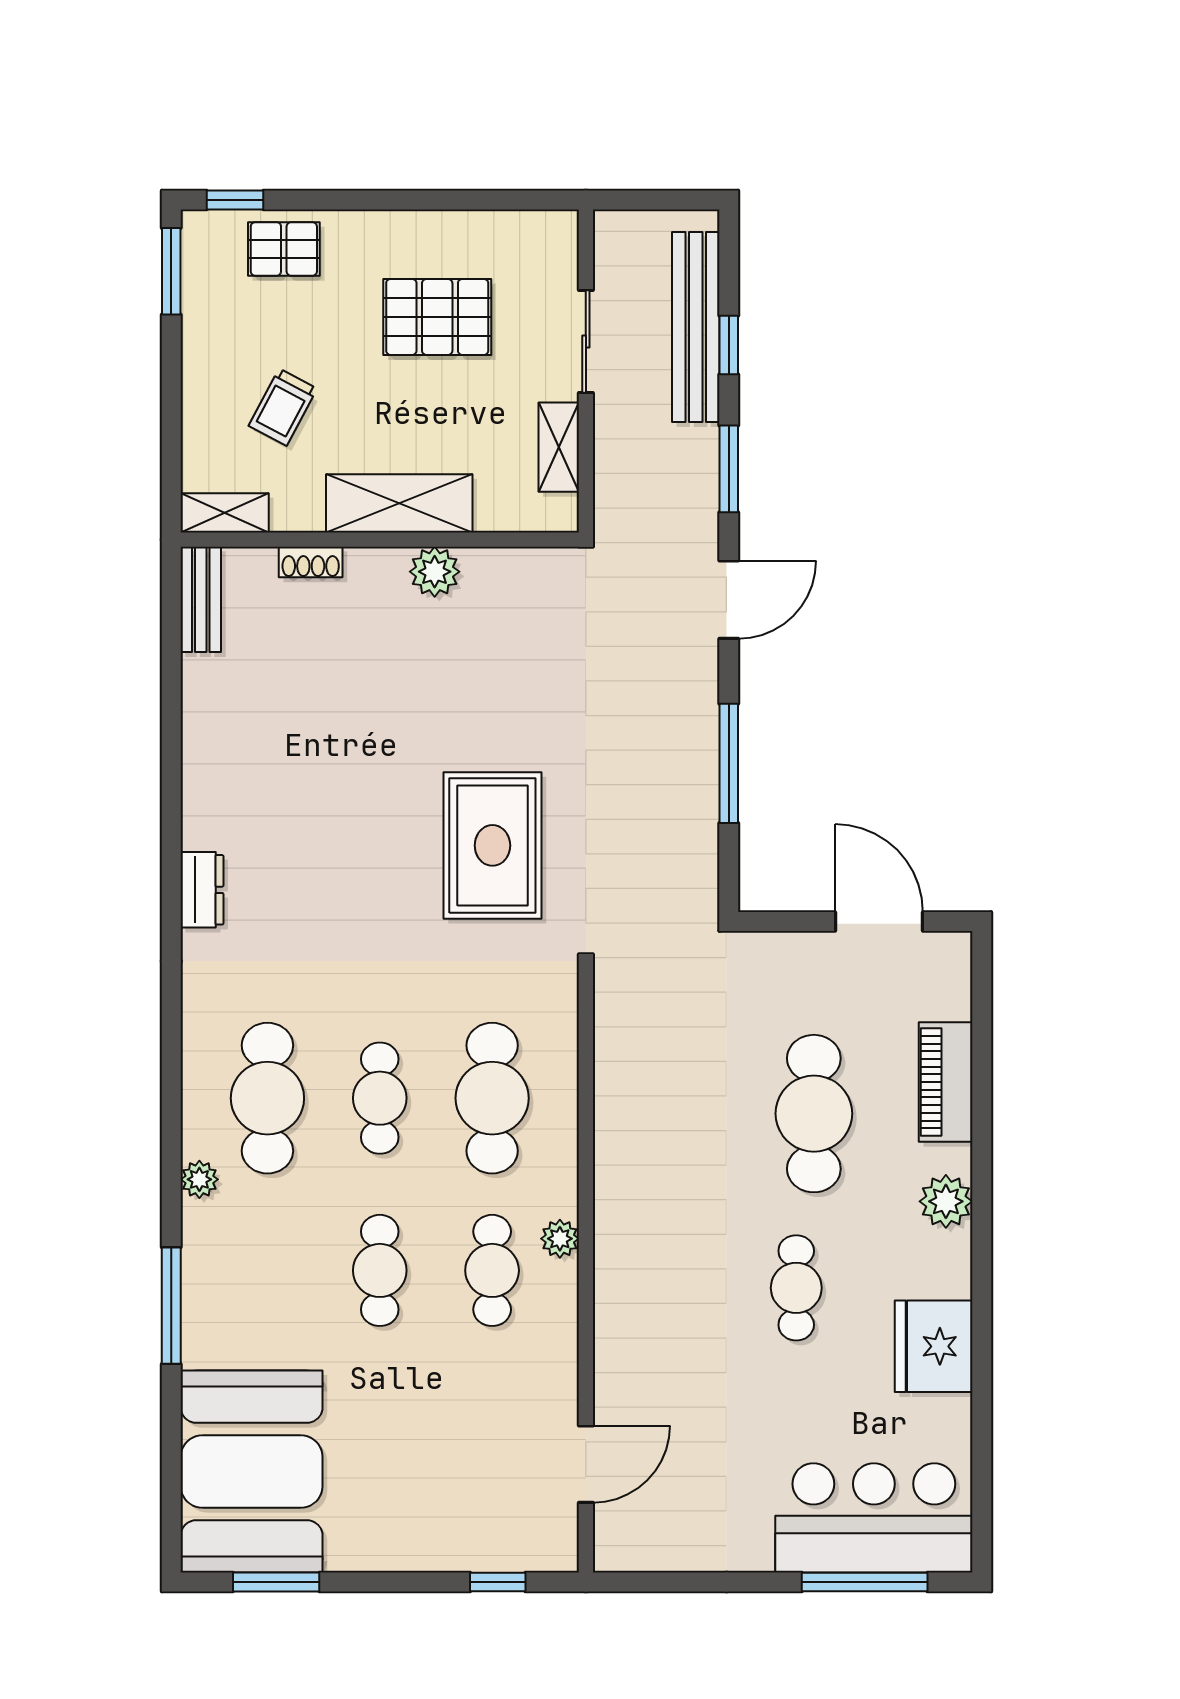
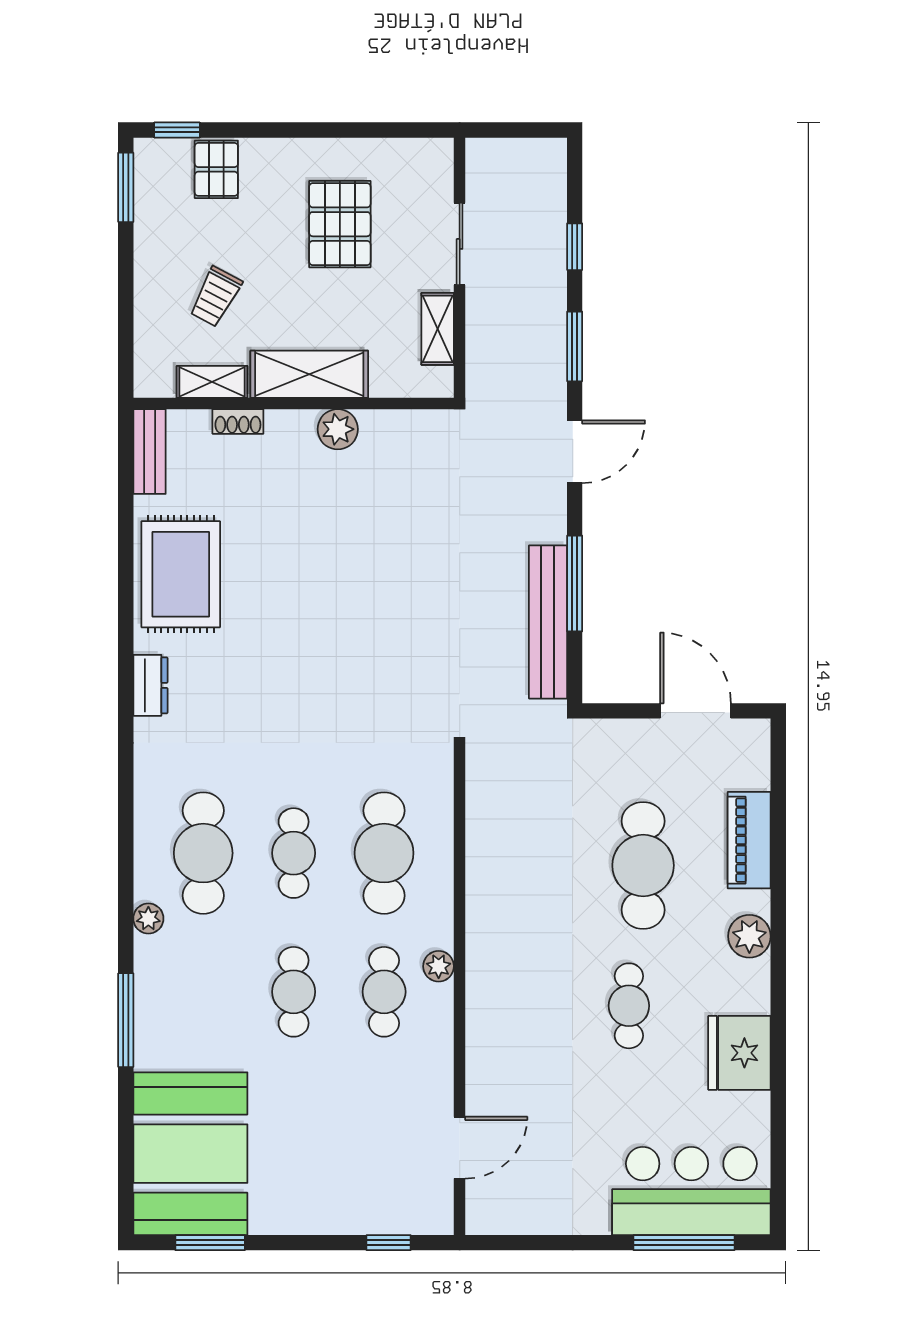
pallet: (284, 249) -> (216, 169), turned 90
pallet: (437, 317) -> (340, 224), turned 90
bench: (696, 327) -> (548, 622), moved
shelving: (225, 513) -> (212, 382), moved
rug: (492, 845) -> (181, 574), moved

